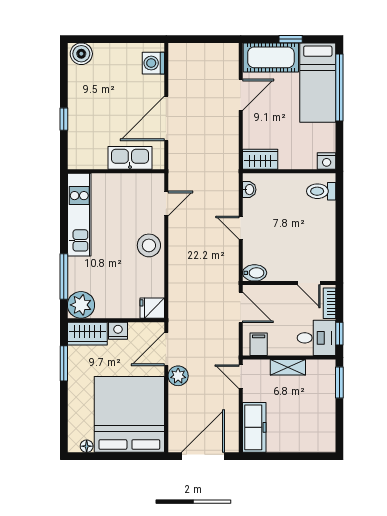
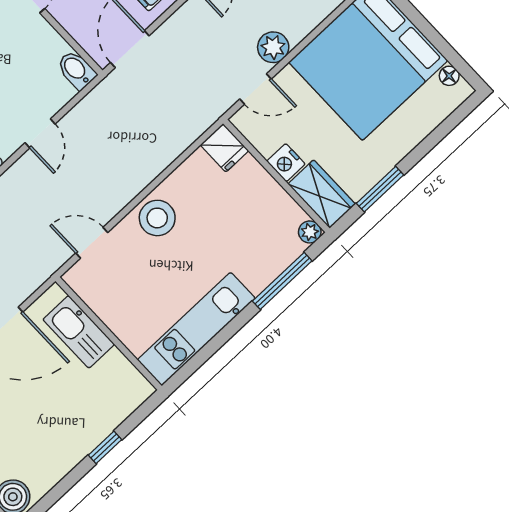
plant: (81, 305) -> (310, 232), width x0.53, depth x0.53
door: (166, 349) -> (255, 89), width x0.73

